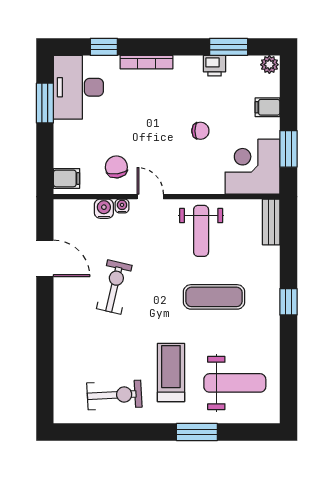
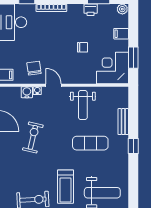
bench: (271, 222) -> (123, 122), moved
treadmill: (171, 372) -> (65, 187), turned 180

